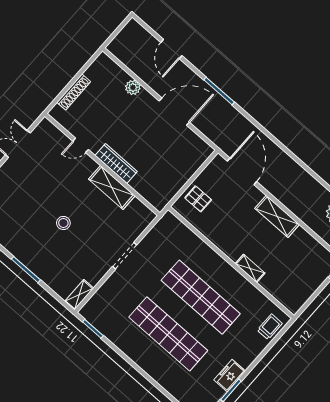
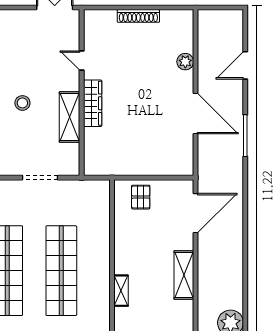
door: (81, 145) -> (82, 61), moved
wardrobe: (116, 163) -> (93, 103), moved
wall: (102, 165) -> (82, 93), moved
shelving: (112, 187) -> (70, 117), moved

